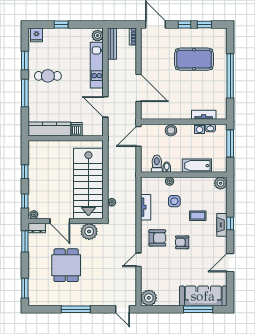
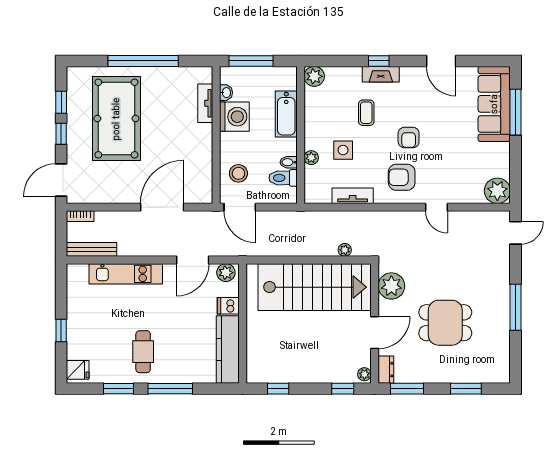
plant: (98, 36) -> (226, 273), moved
pool table: (194, 59) -> (116, 119), width x1.36, depth x1.32
washing machine: (200, 129) -> (234, 117), width x1.89, depth x1.89
stool: (171, 130) -> (238, 173), moved
window: (25, 172) -> (278, 389), moved
armchair: (157, 238) -> (402, 177), turned -90
window: (25, 288) -> (466, 389), moved

